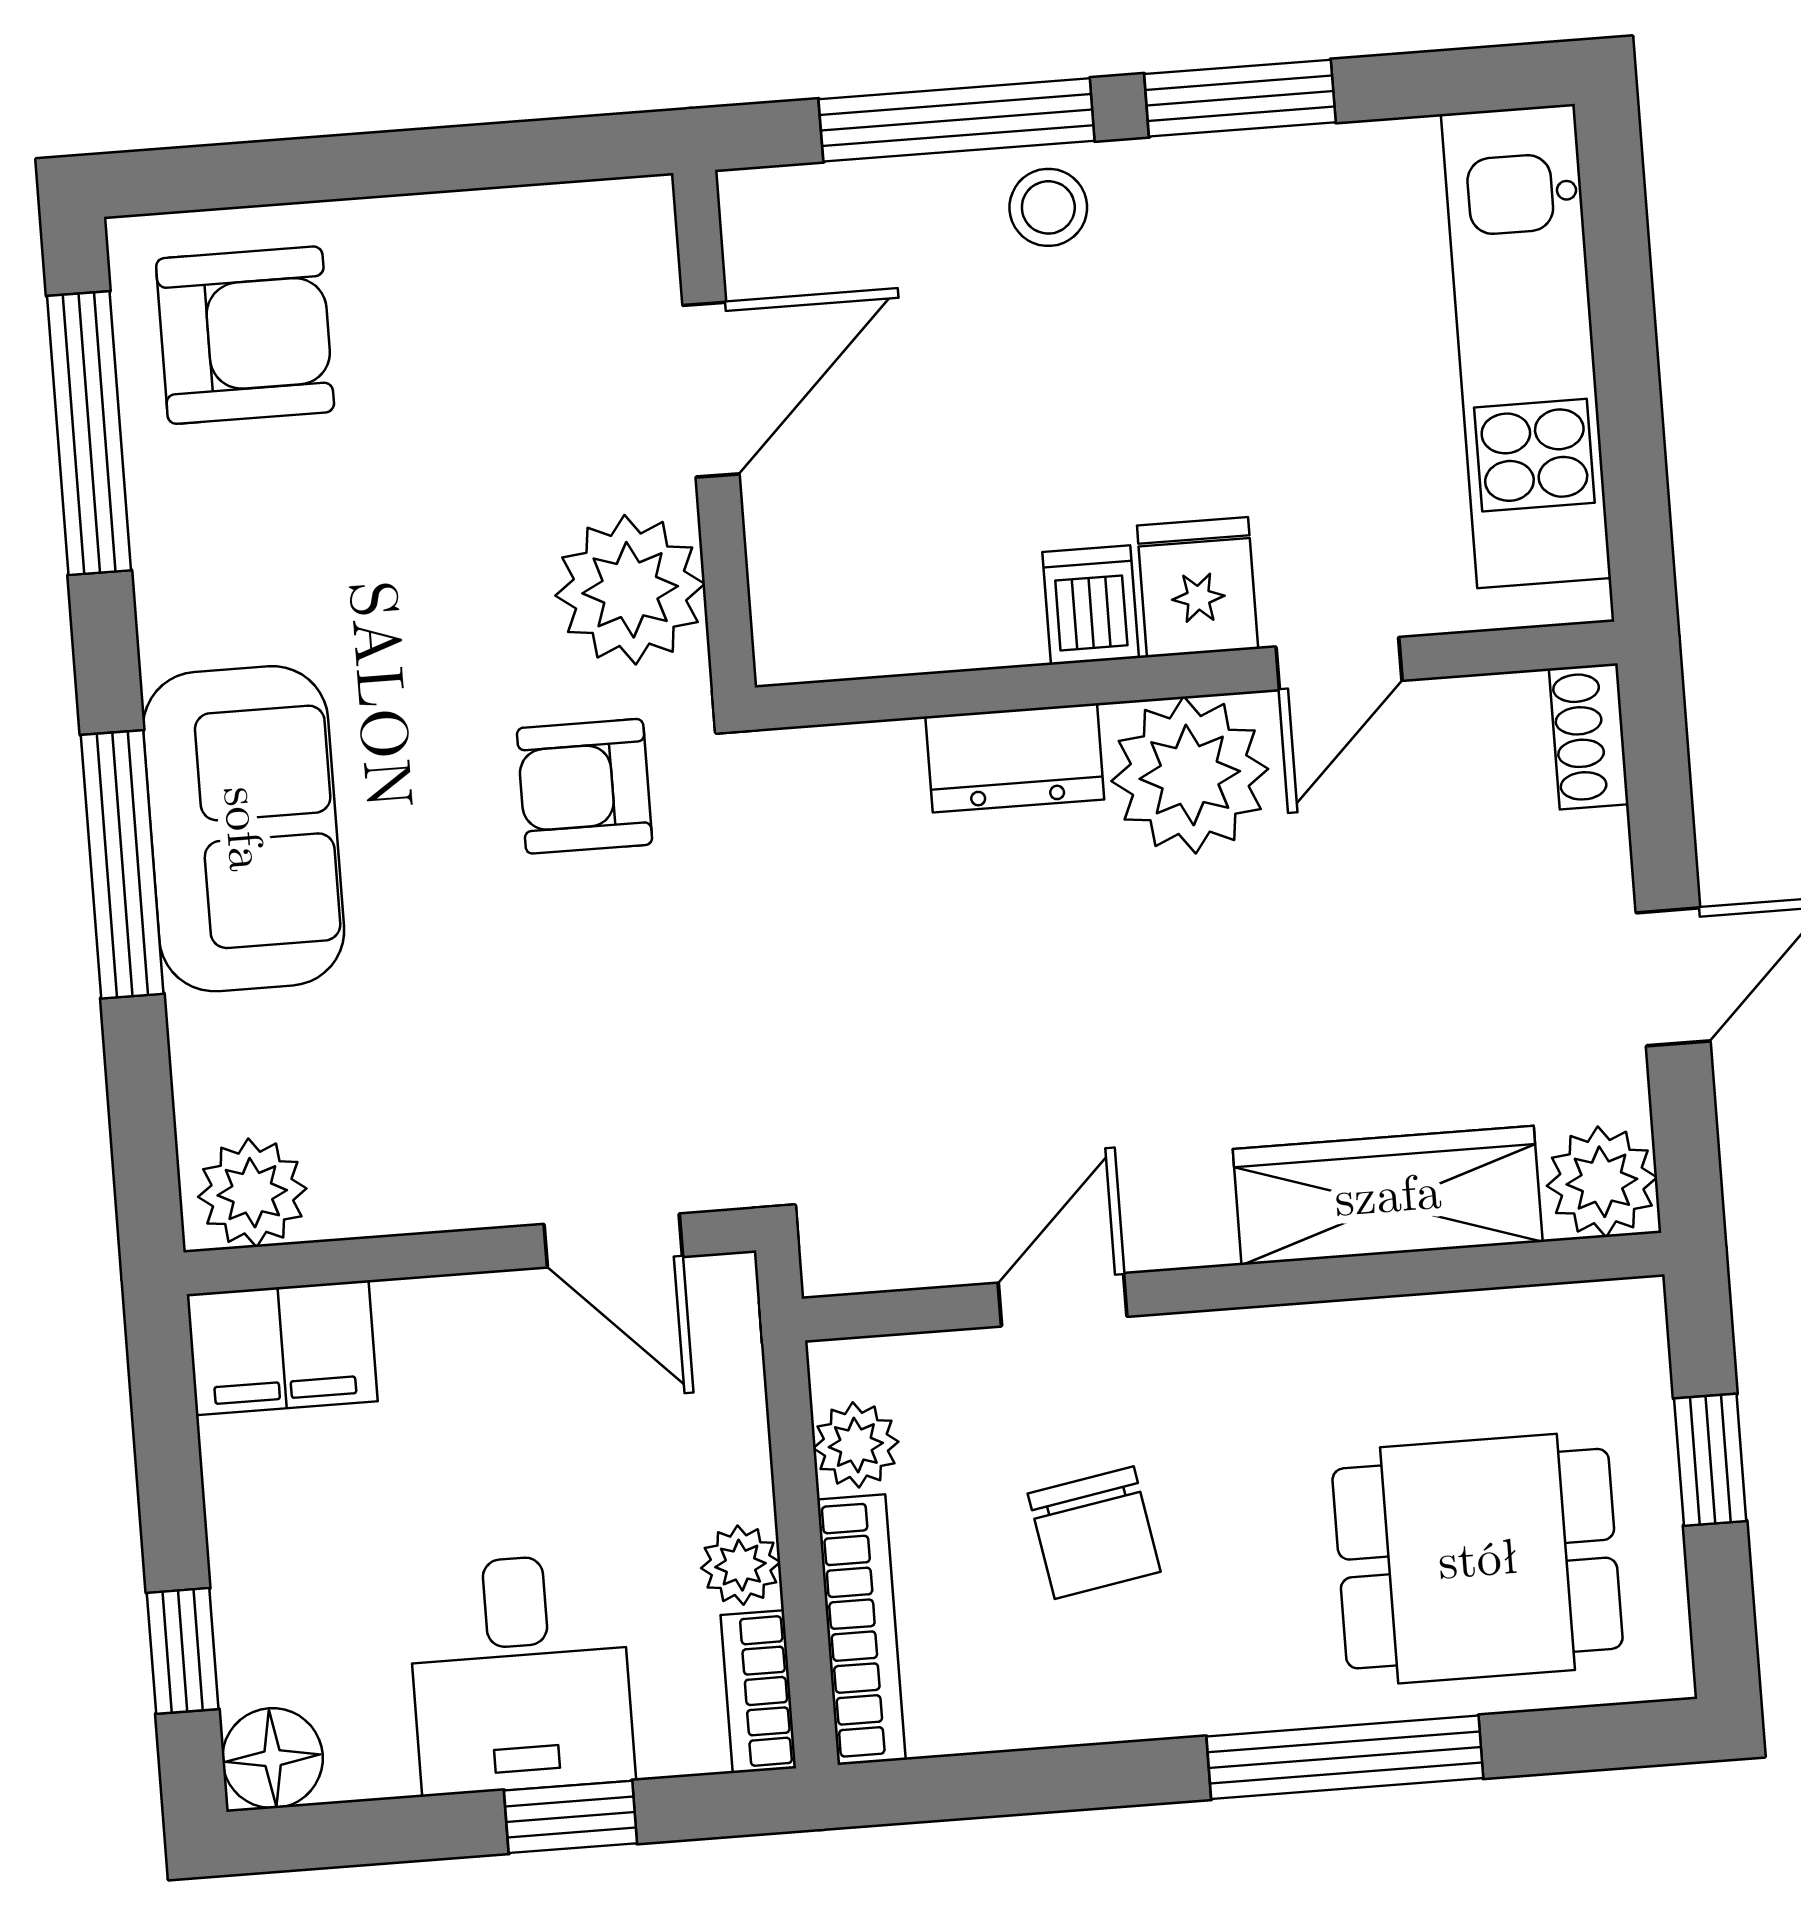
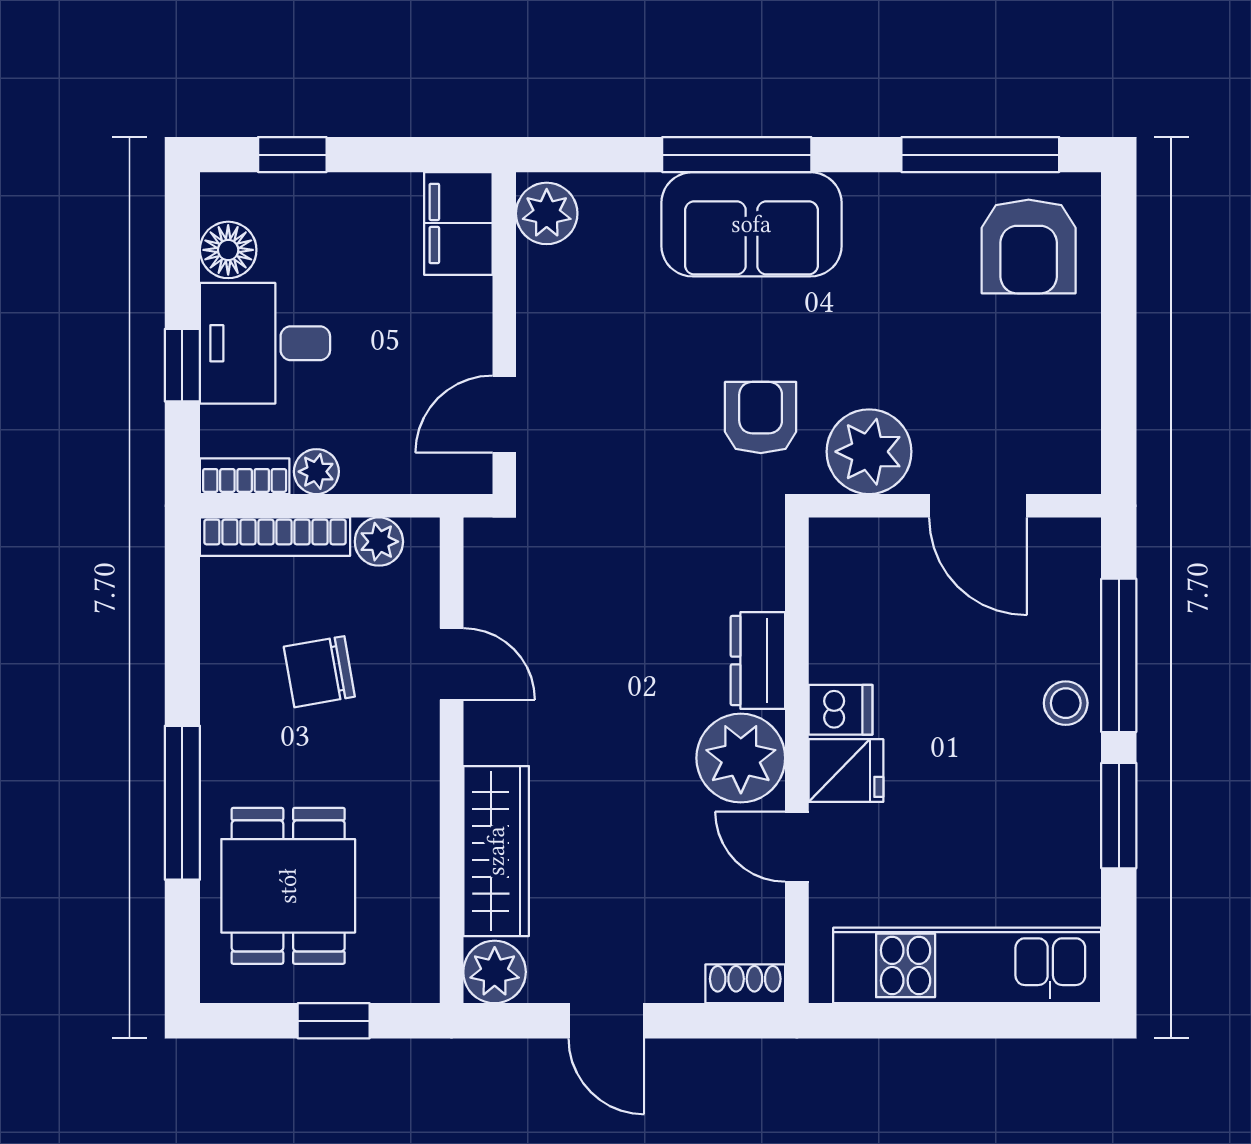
floor lamp: (273, 1758) -> (228, 250), moved

